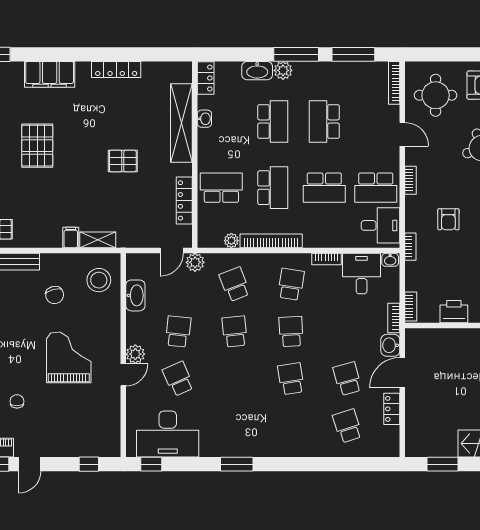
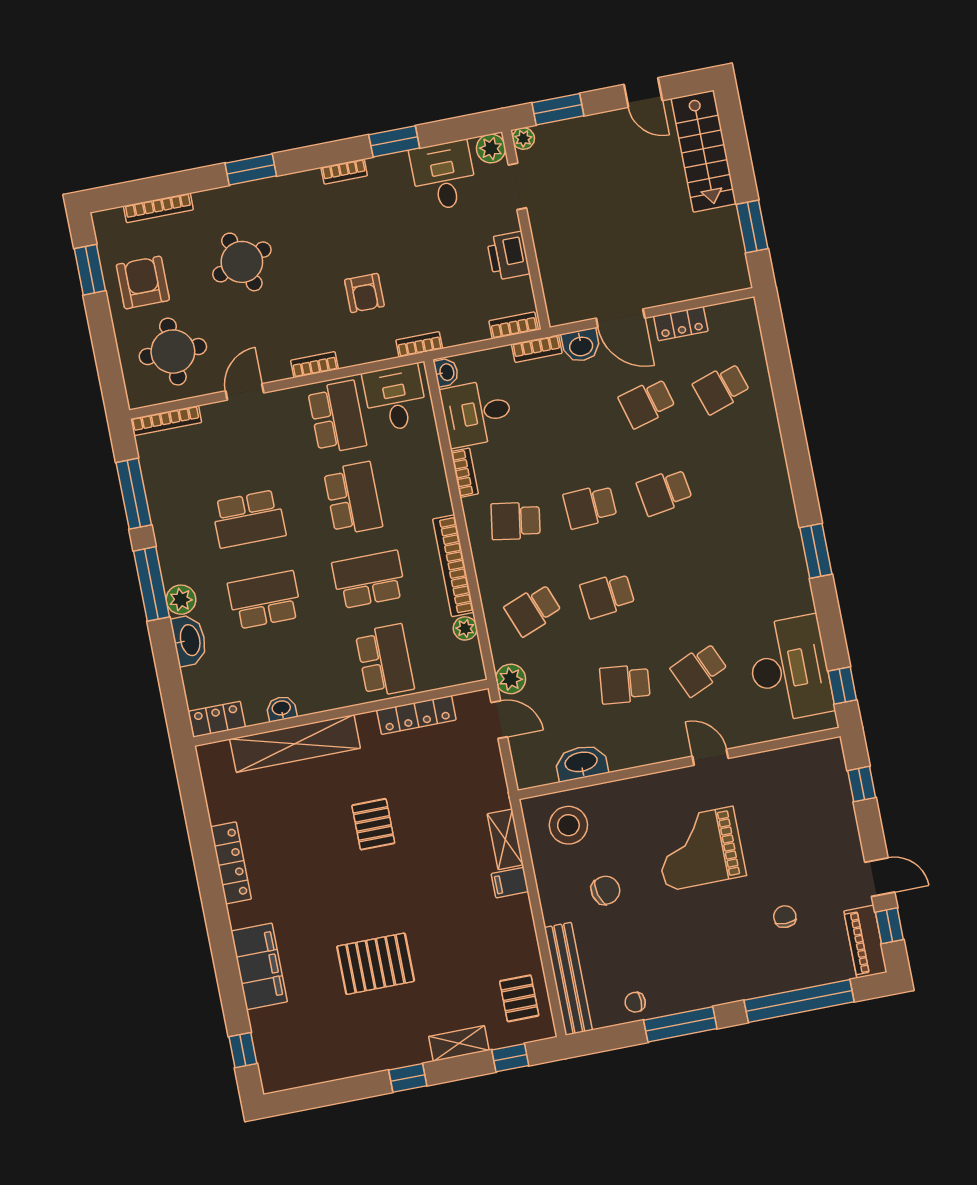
school desk: (221, 188) -> (385, 661), turned 180
armchair: (448, 219) -> (364, 293), turned 90
plant: (135, 354) -> (674, 745), removed
chair: (17, 401) -> (785, 917), turned 90

